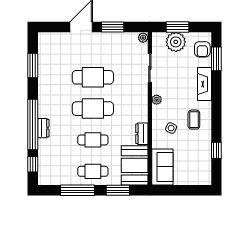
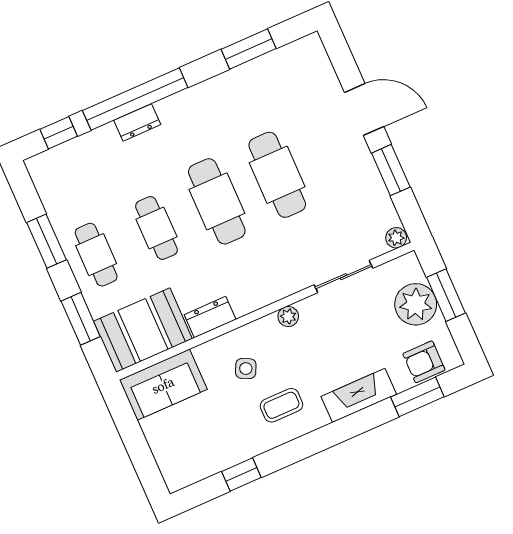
window: (78, 190) -> (46, 241), width x0.69

